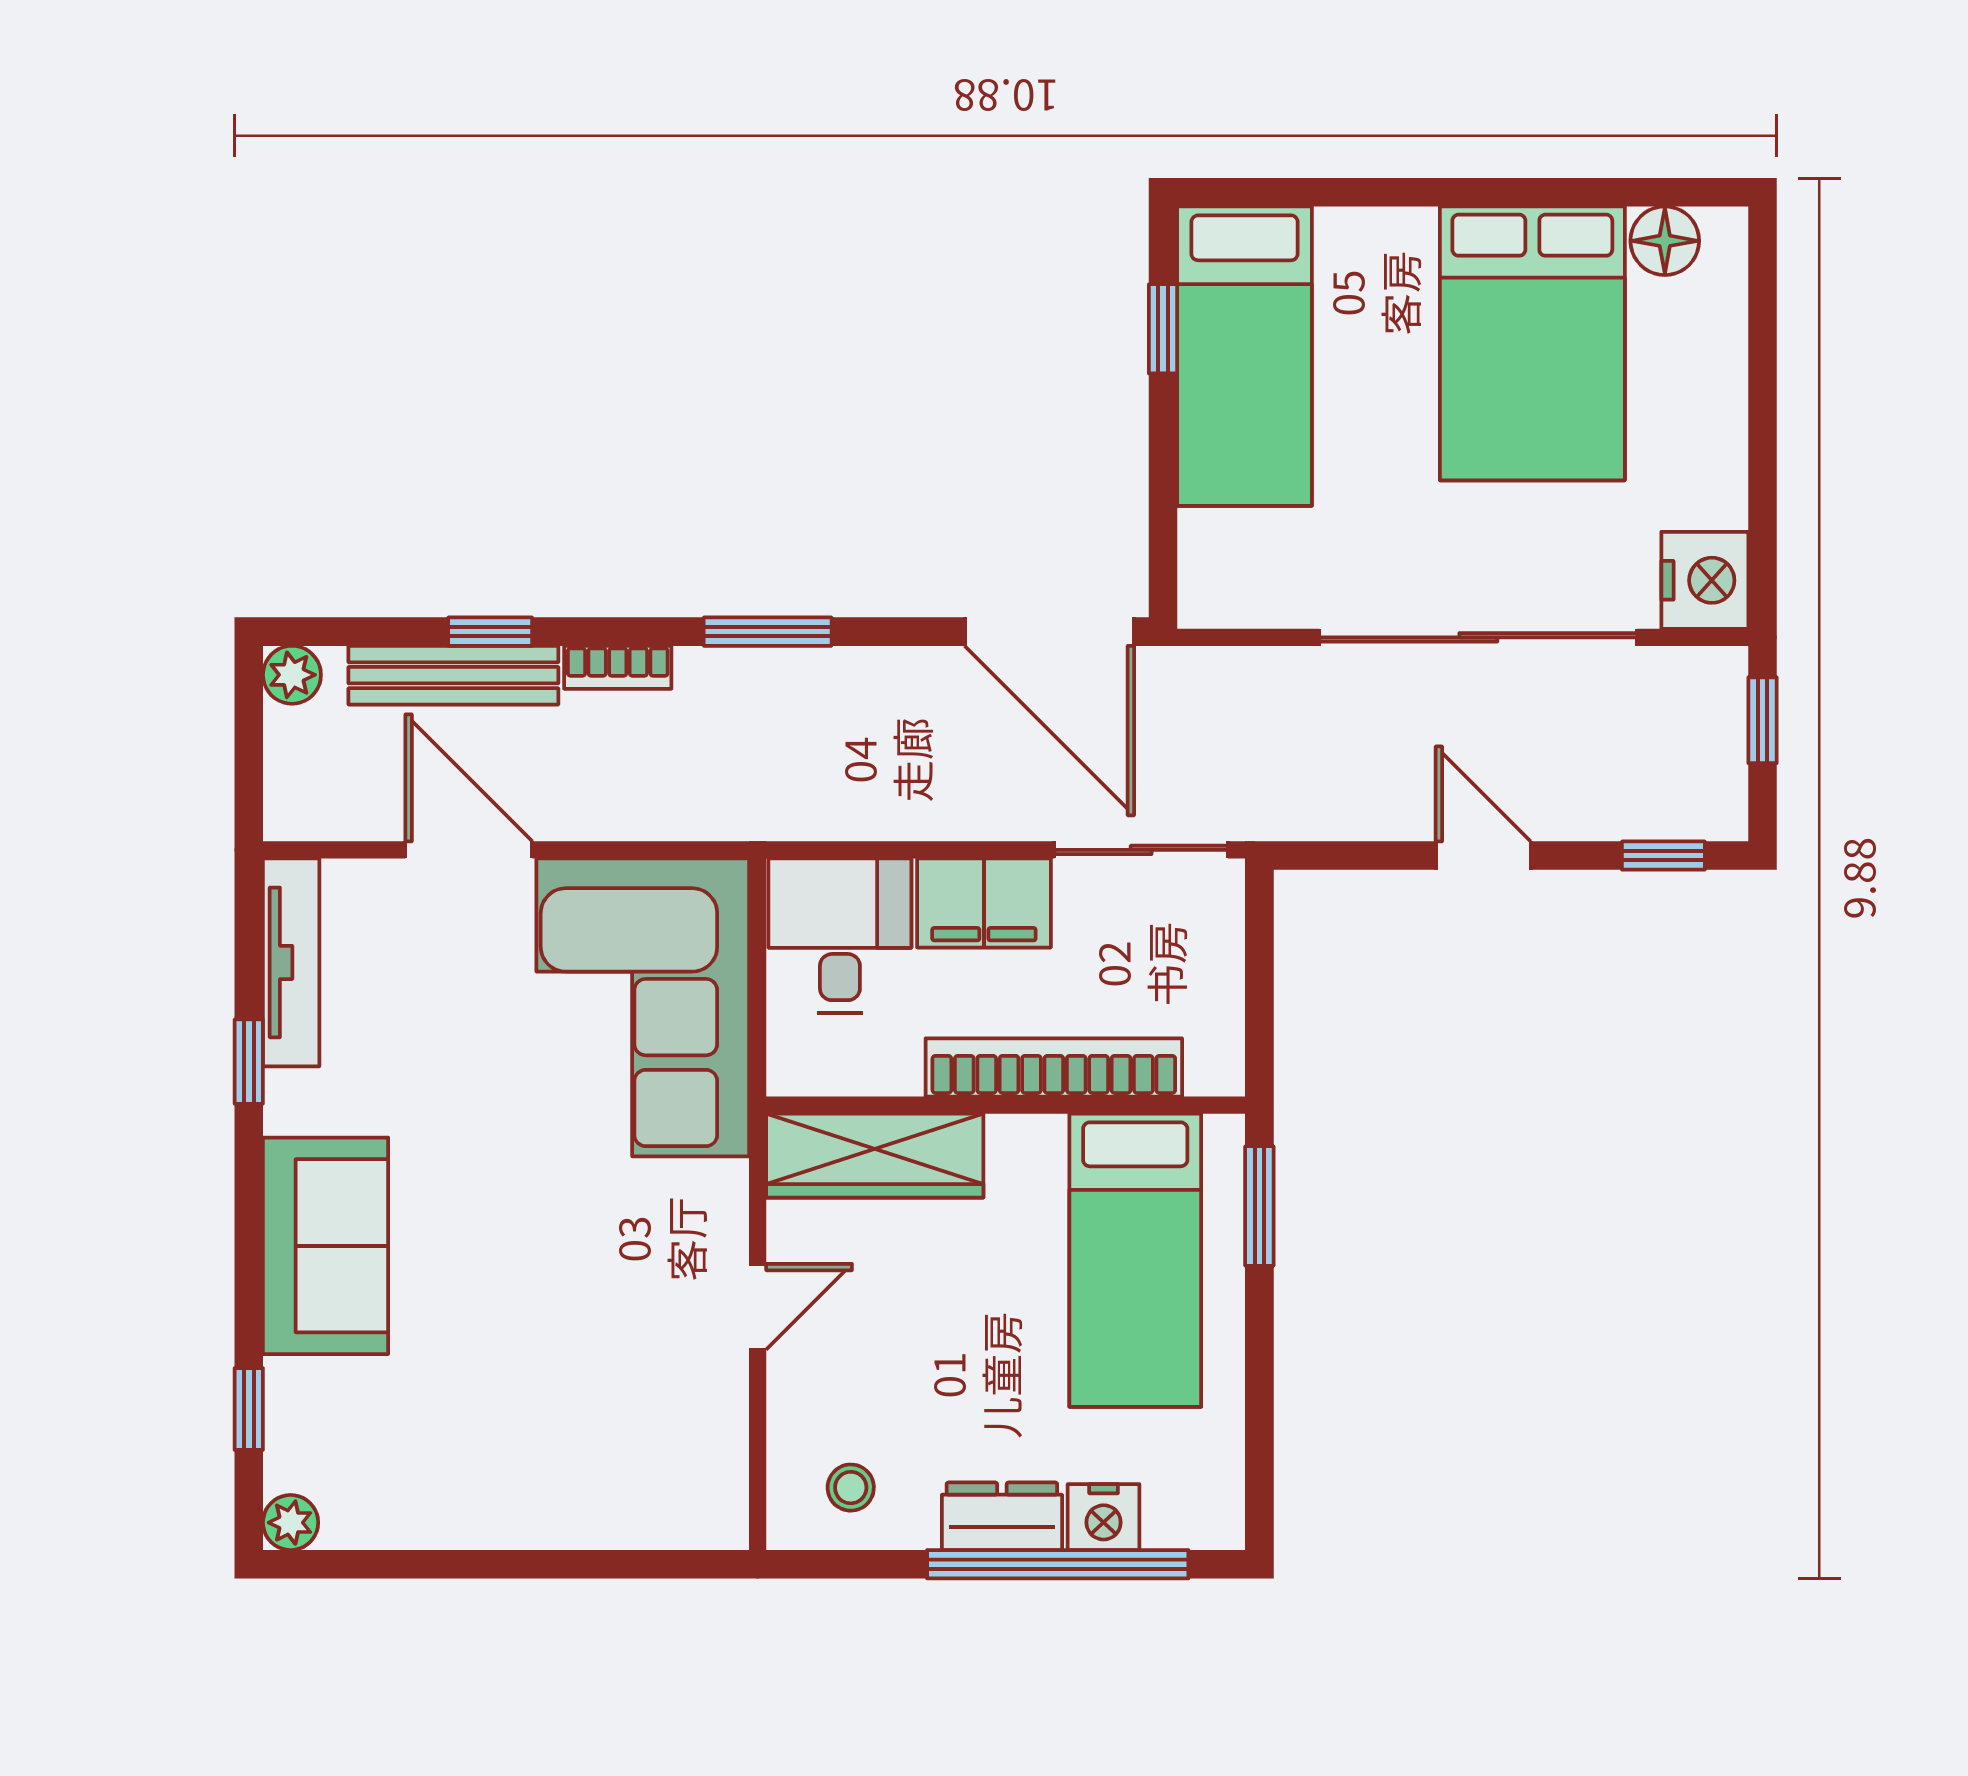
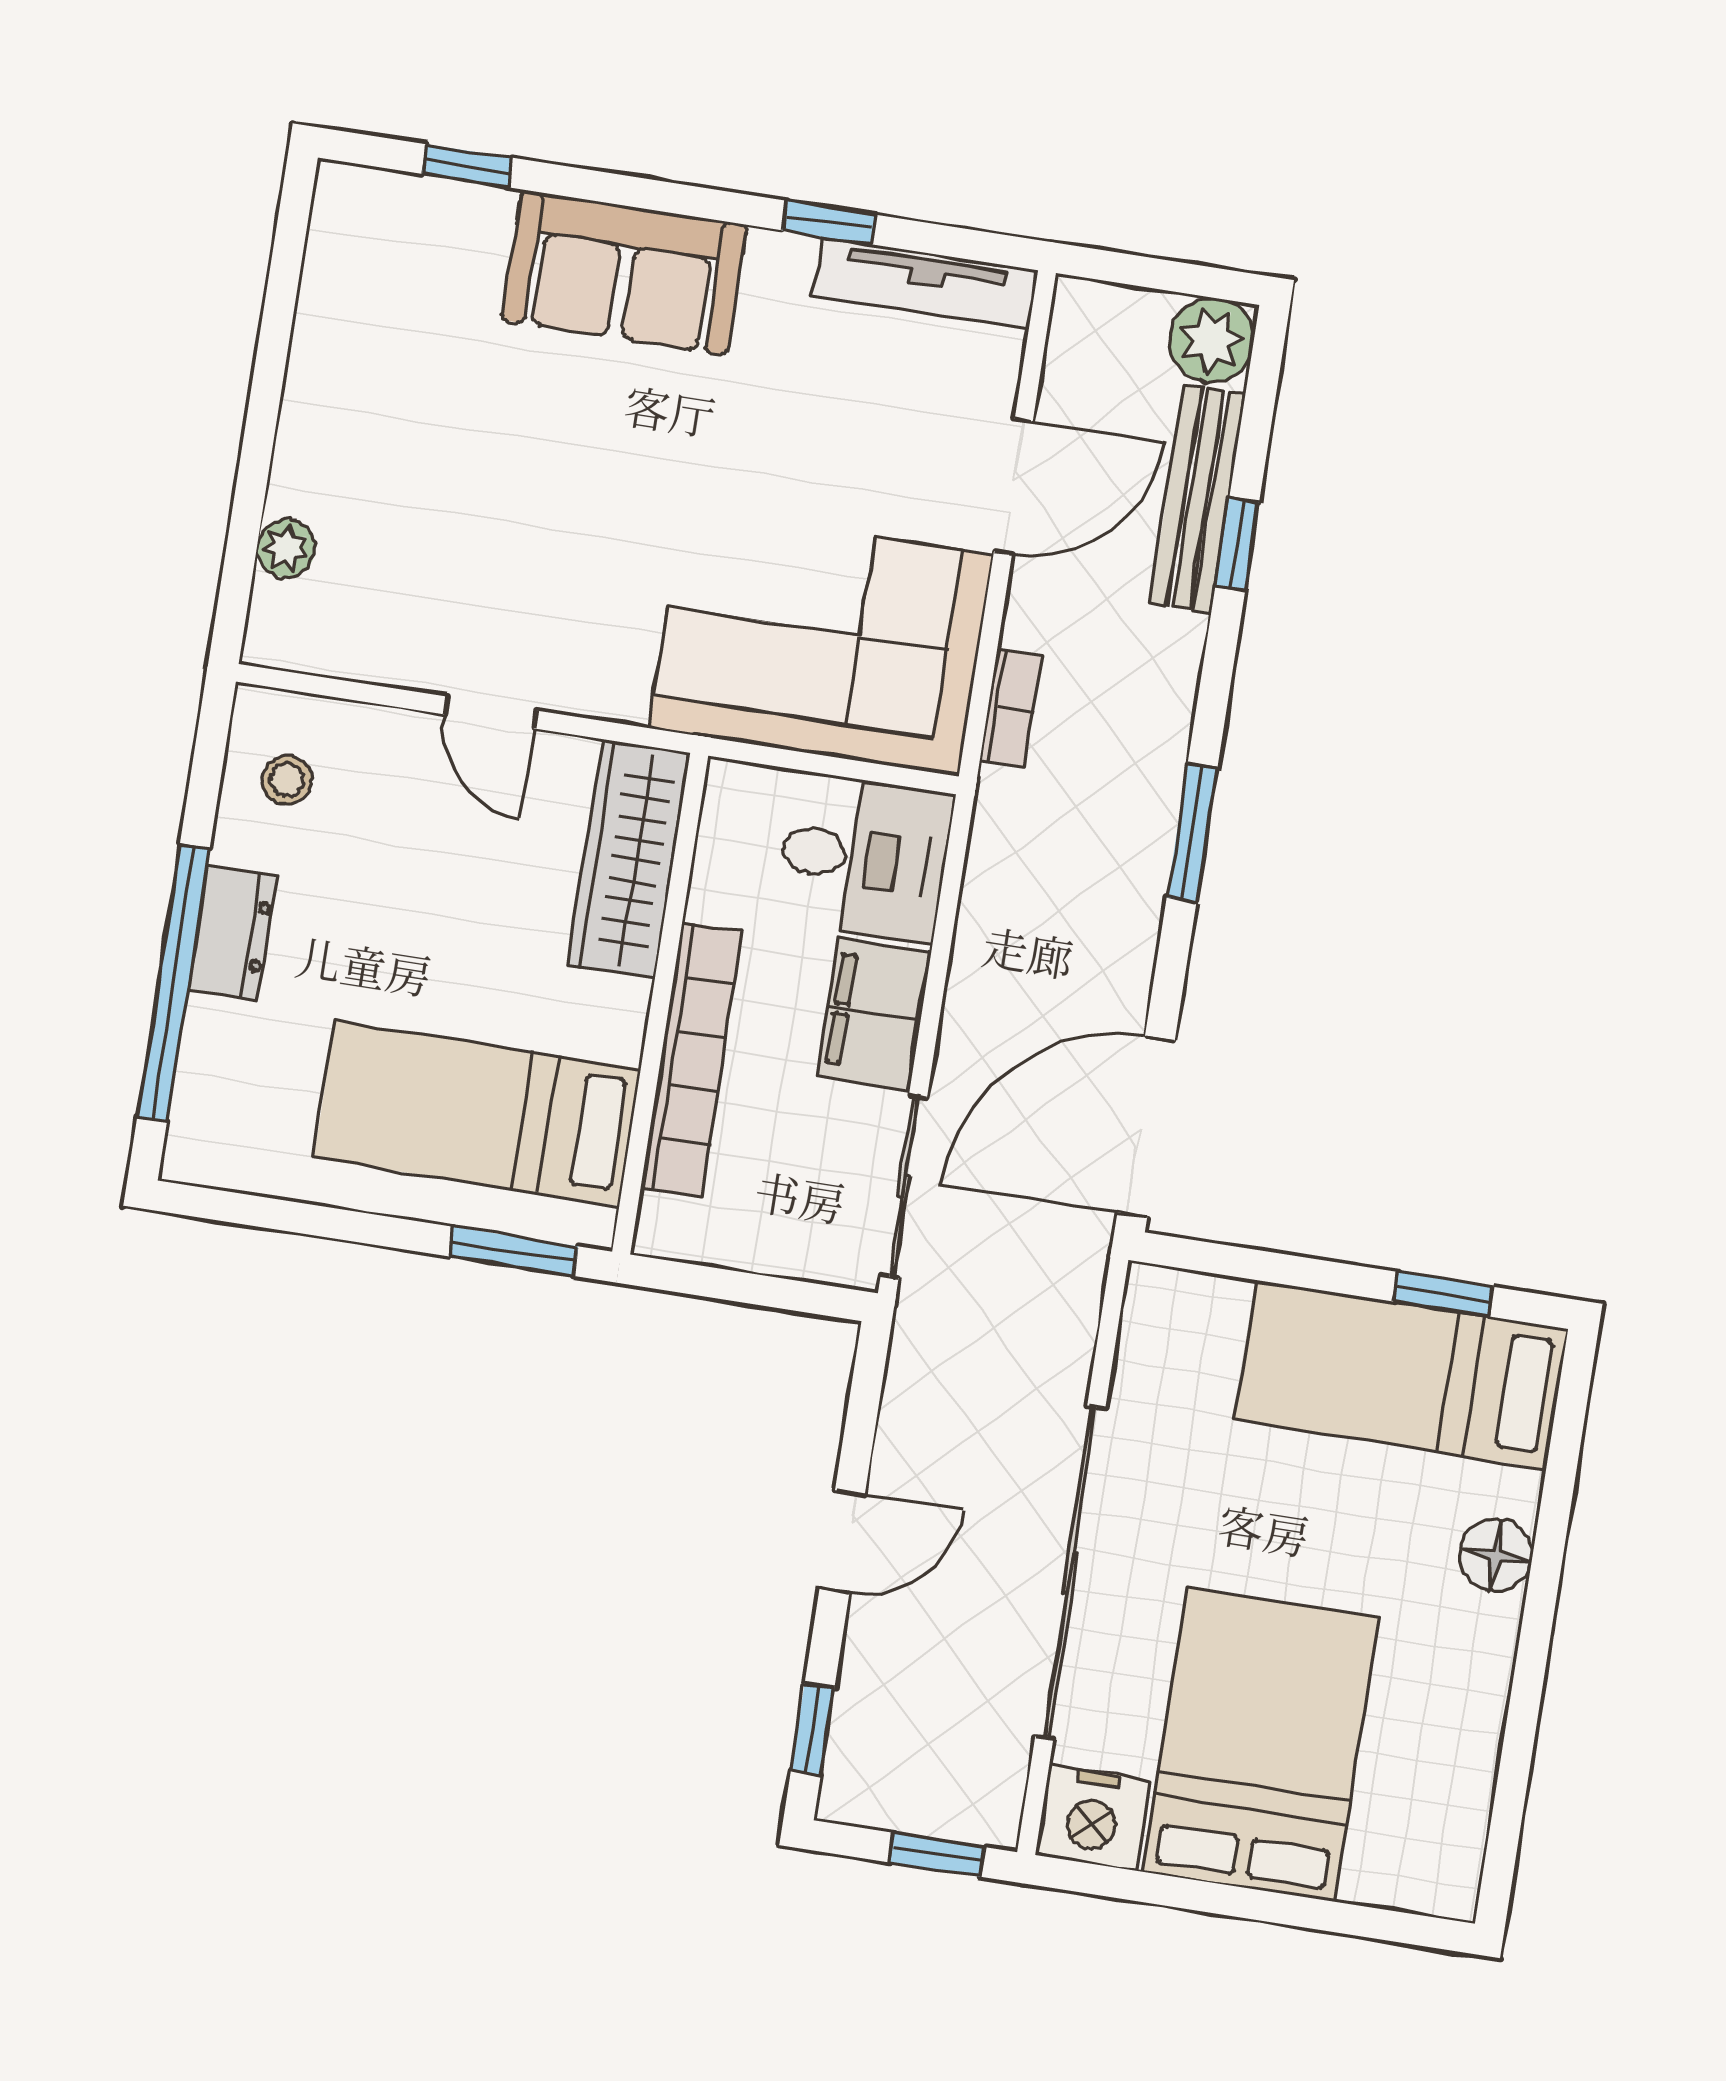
floor lamp: (1665, 241) -> (1496, 1555), moved
bed: (1532, 343) -> (1261, 1744), moved, turned 90
bookcase: (618, 667) -> (1011, 709), moved, turned 180
plant: (292, 675) -> (1212, 340), width x1.38, depth x1.38
nightstand: (1104, 1517) -> (215, 1038), removed
plant: (291, 1523) -> (286, 548), moved

